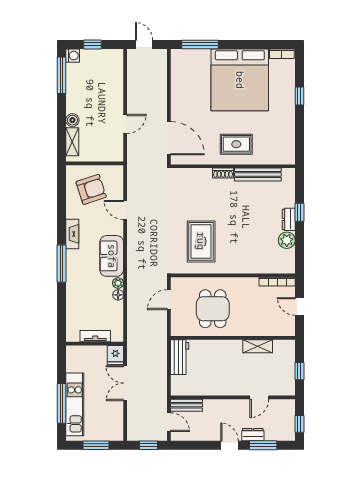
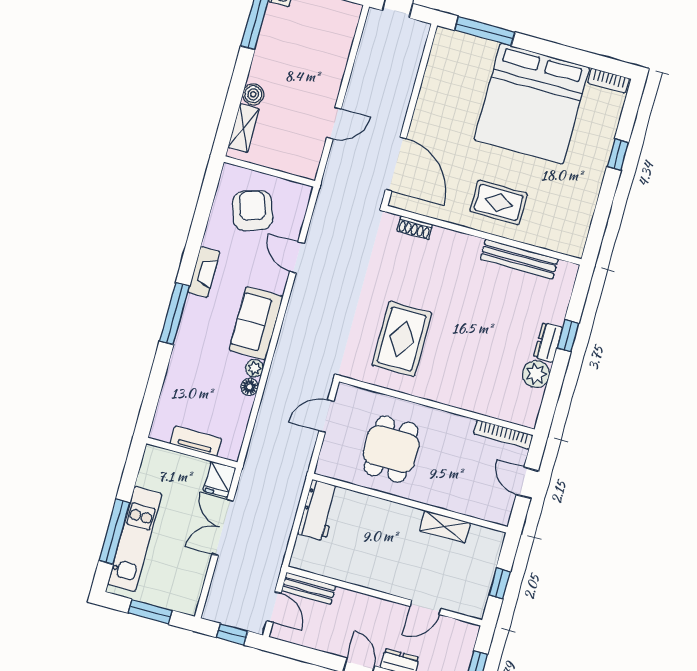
shoe rack: (223, 173) -> (415, 228), moved
armchair: (91, 189) -> (253, 211), turned -90

